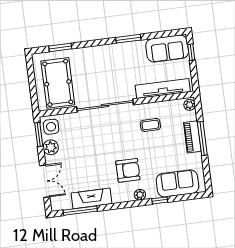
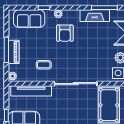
armchair: (128, 170) -> (65, 33), turned -90

